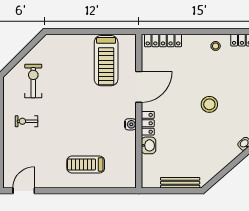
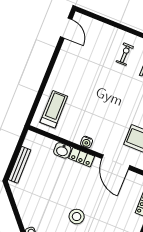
treadmill: (86, 164) -> (54, 109), moved

